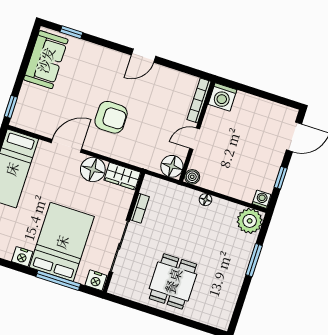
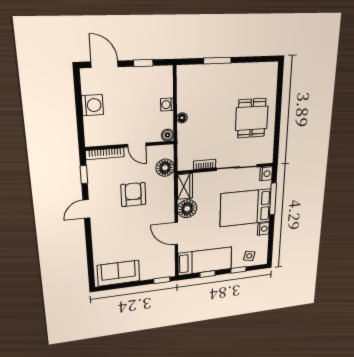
window: (71, 32) -> (84, 175), moved
door: (144, 56) -> (86, 209), swing flipped
washing machine: (222, 97) -> (92, 105), moved
armchair: (111, 117) -> (133, 195), moved
floor lamp: (172, 166) -> (165, 168), moved
washing machine: (262, 199) -> (167, 105), moved
plant: (250, 221) -> (187, 76), removed
dining table: (173, 281) -> (252, 118), turned 90

